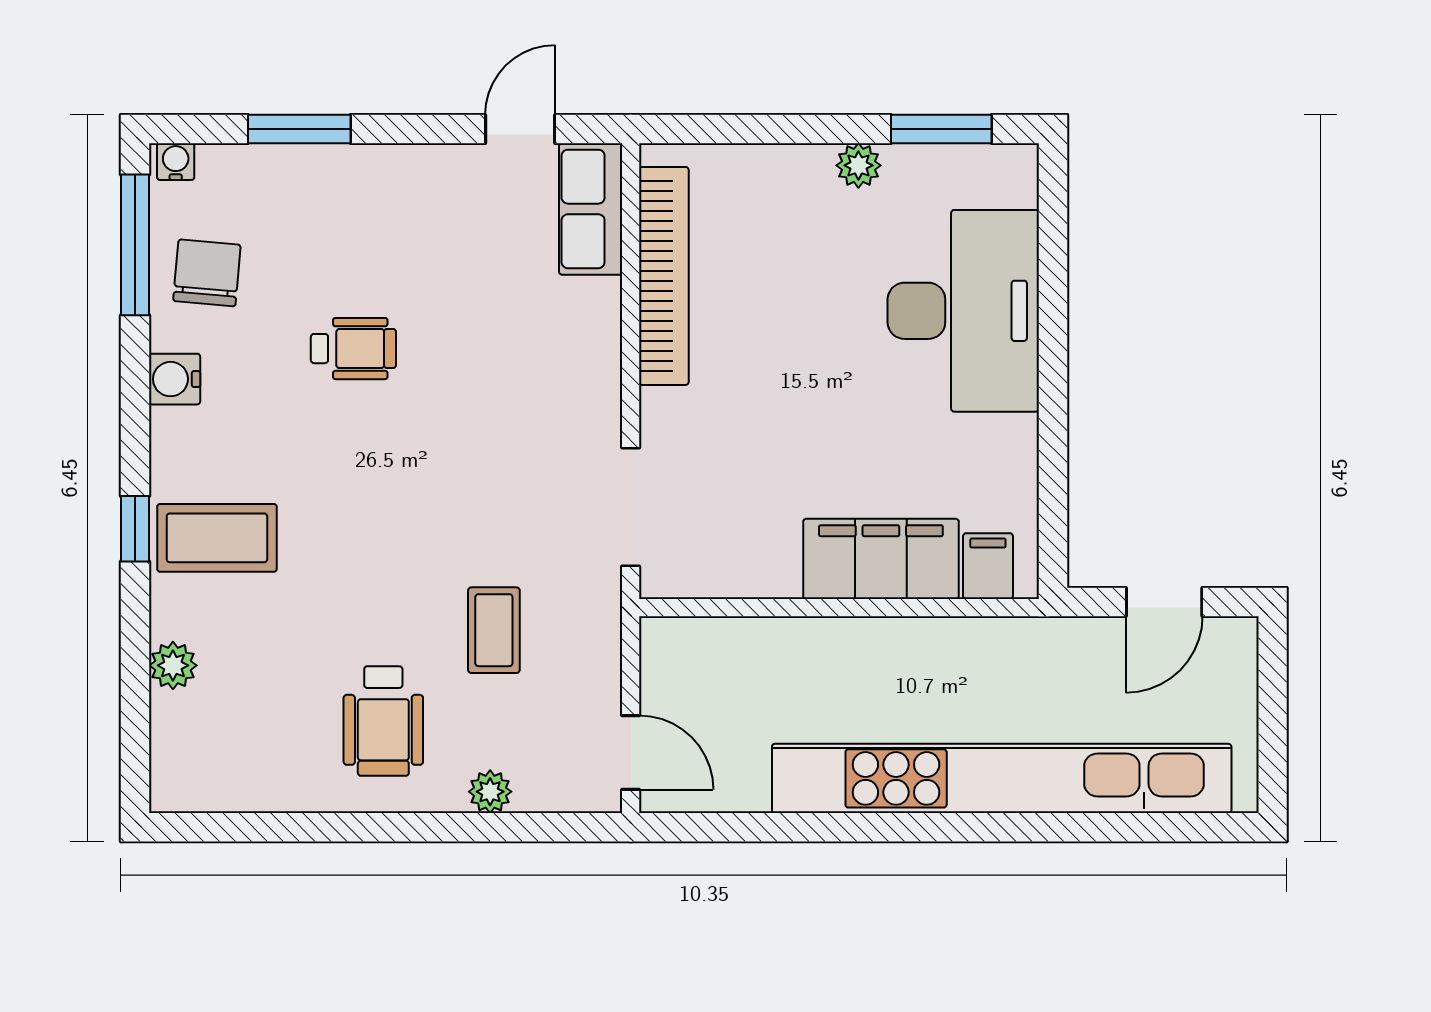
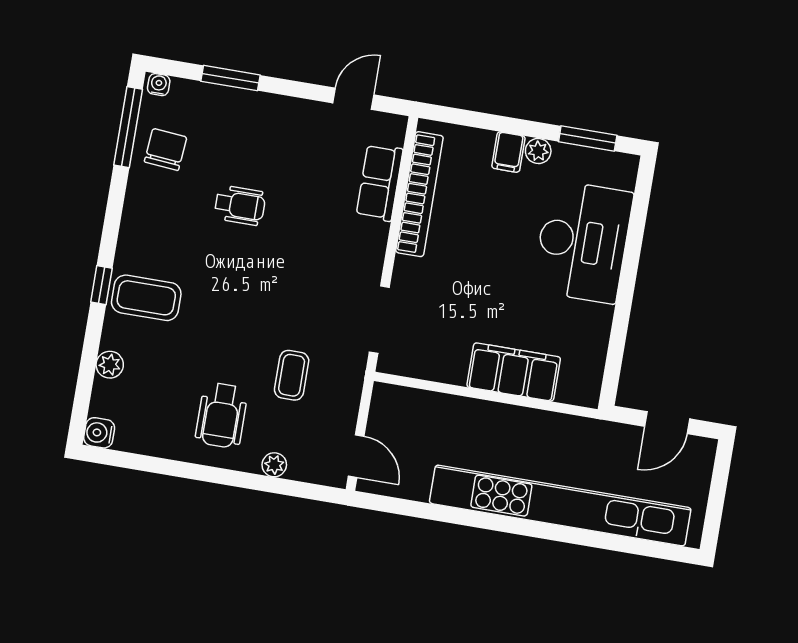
row of seats: (591, 209) -> (380, 182), moved
water cooler: (175, 379) -> (99, 433), moved
filing cabinet: (988, 566) -> (508, 152), moved, turned 180

